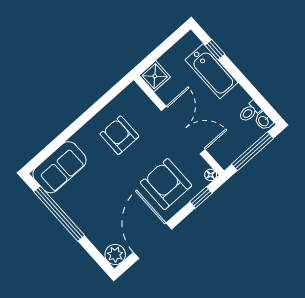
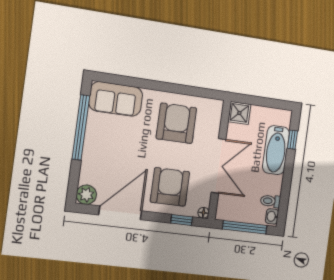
armchair: (119, 135) -> (176, 123), width x1.36, depth x1.36

